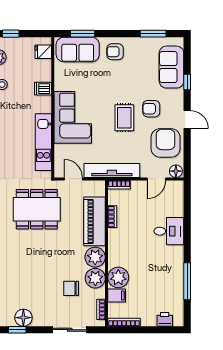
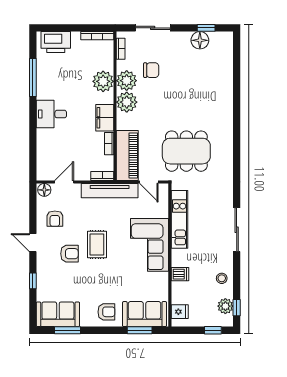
sofa: (171, 67) -> (58, 314), moved, turned -90
armchair: (166, 143) -> (55, 219), width x0.53, depth x0.53
piano: (95, 221) -> (127, 155), moved
desk: (169, 231) -> (51, 114), moved
filing cabinet: (117, 295) -> (105, 118), moved, width x2.00
printer: (165, 319) -> (56, 42), width x1.87, depth x1.48

